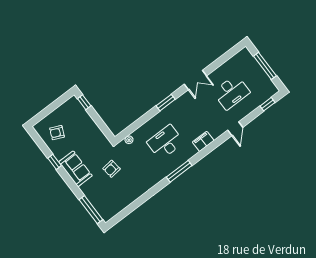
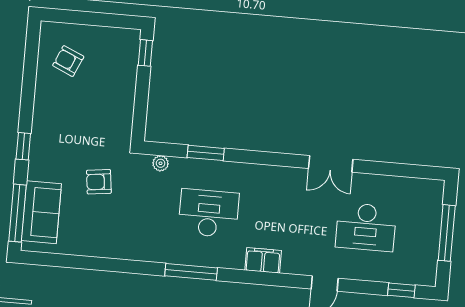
window: (166, 103) -> (206, 153), moved
window: (55, 162) -> (23, 146), moved
sofa: (76, 169) -> (41, 212), moved

